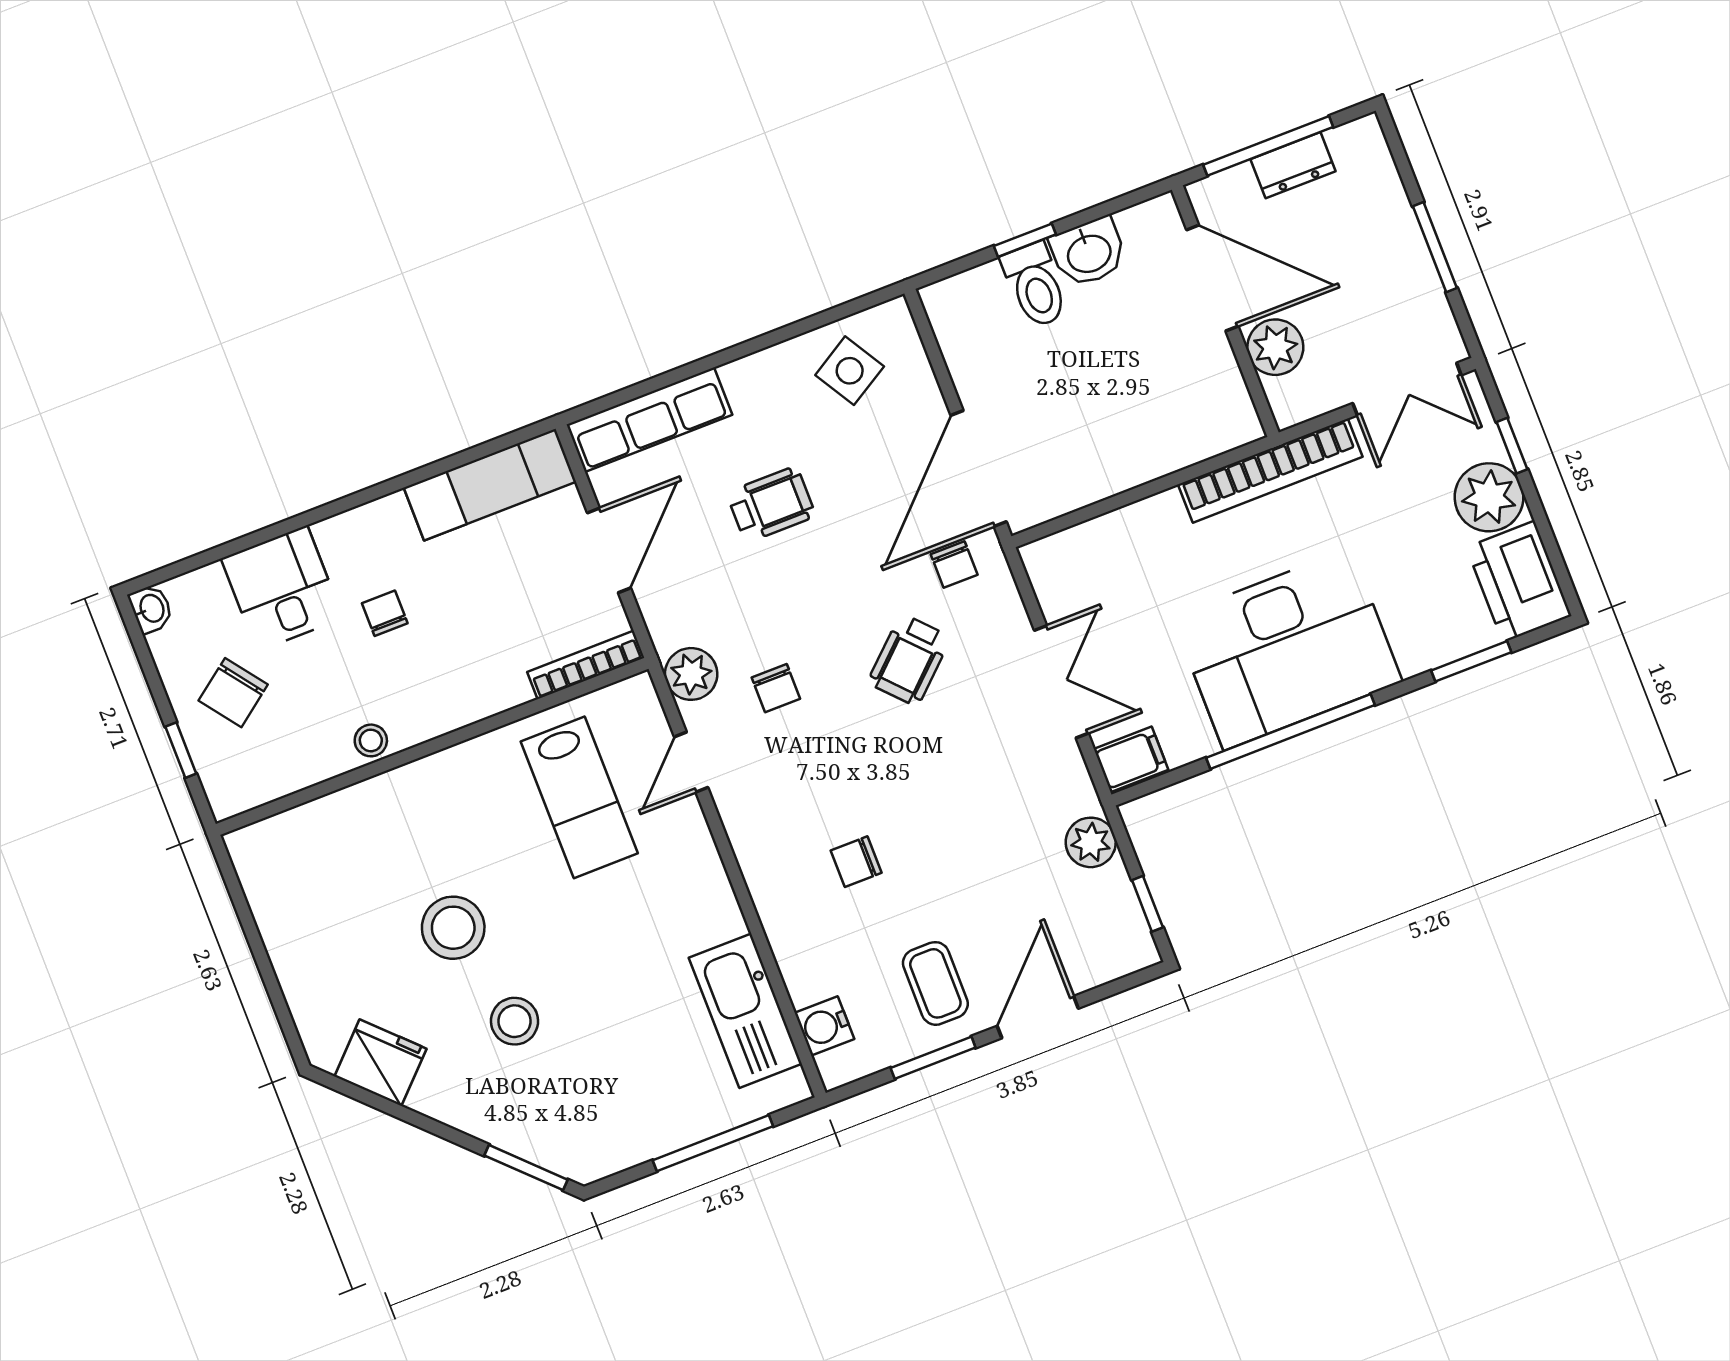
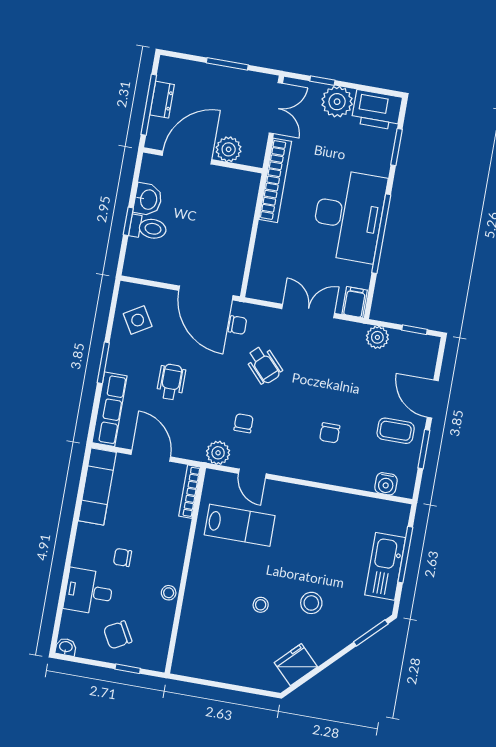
window: (730, 355) -> (103, 363), added
chair: (776, 688) -> (244, 423), turned -90
chair: (233, 693) -> (118, 635), turned 98
stool: (453, 928) -> (261, 605), width x0.53, depth x0.53
kitchen sink: (745, 1011) -> (385, 566), moved, turned 90

